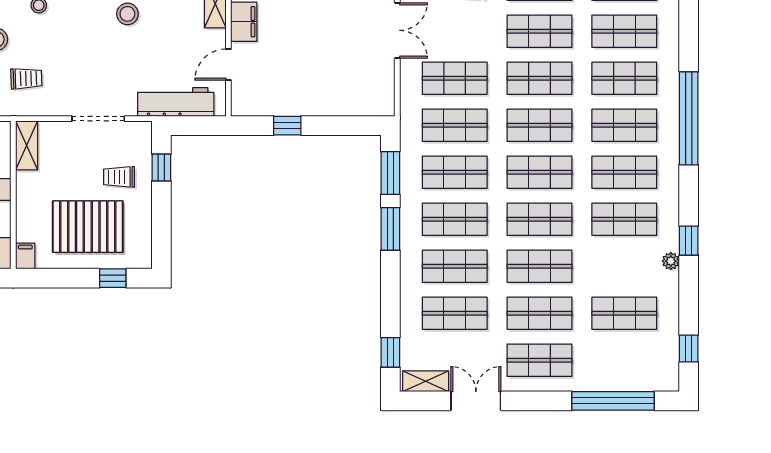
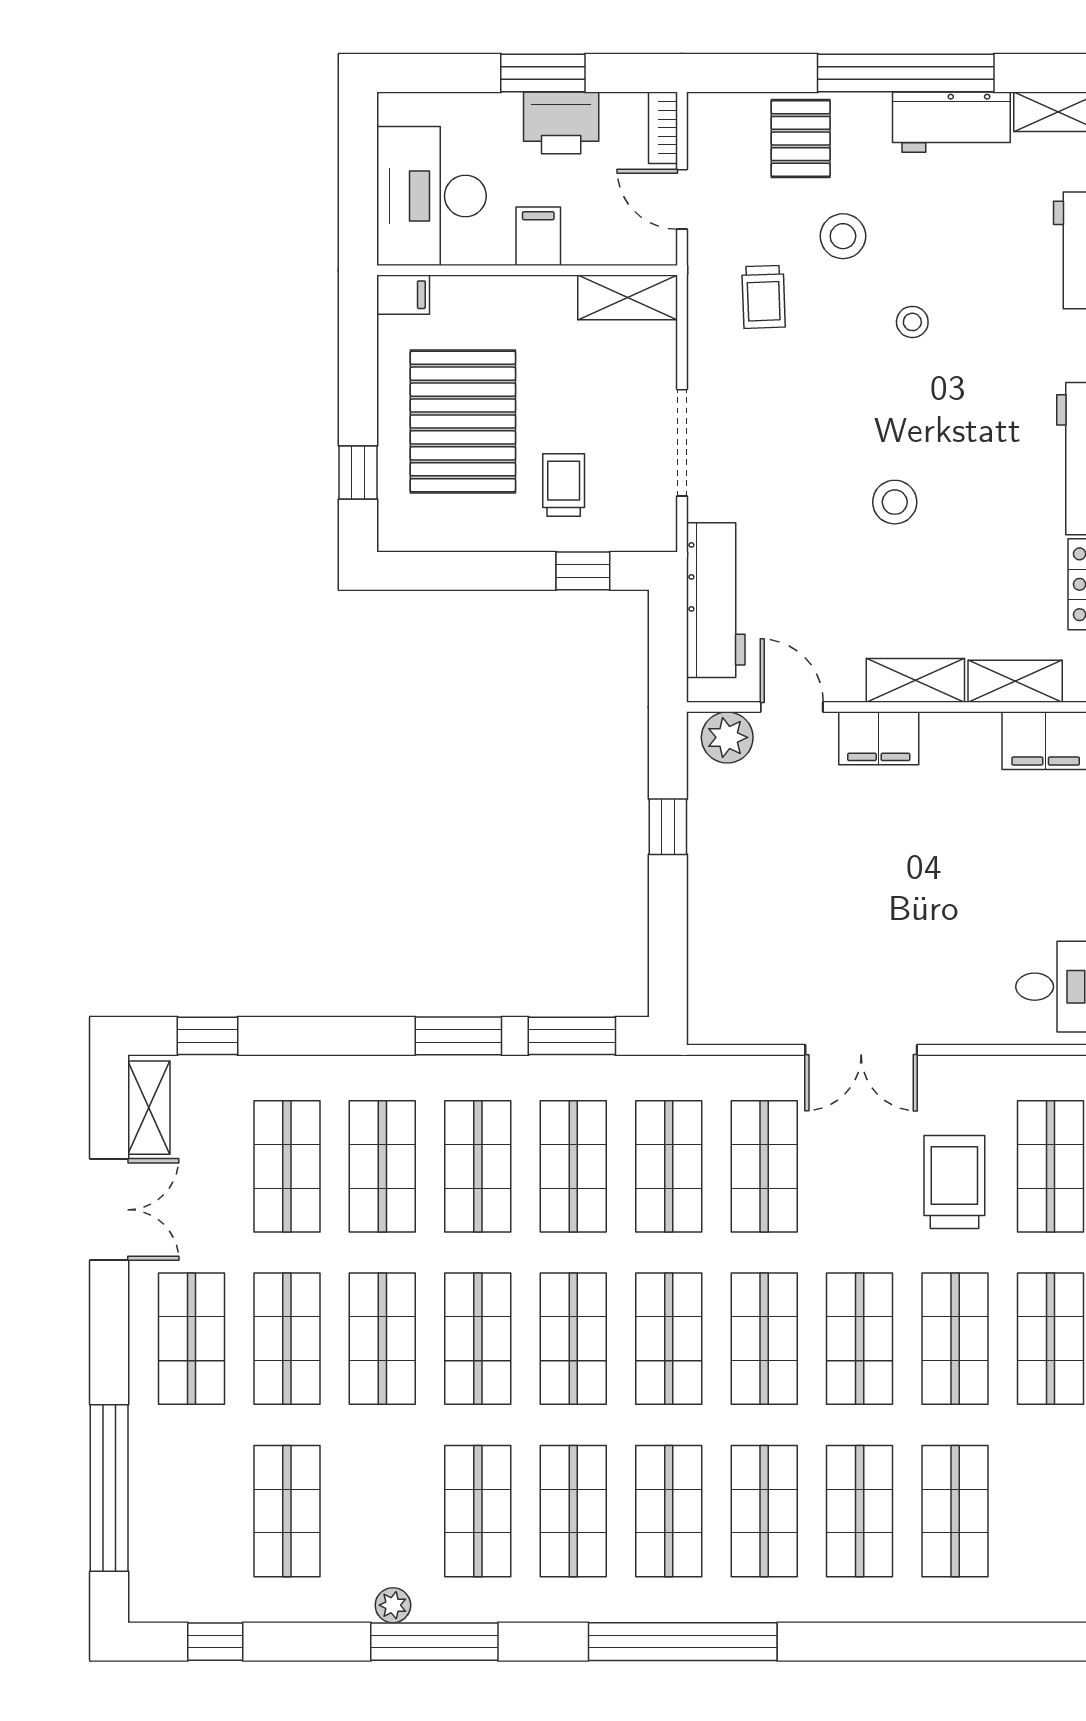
plant: (243, 96) -> (727, 737), added
window: (689, 241) -> (434, 1642), width x2.17

